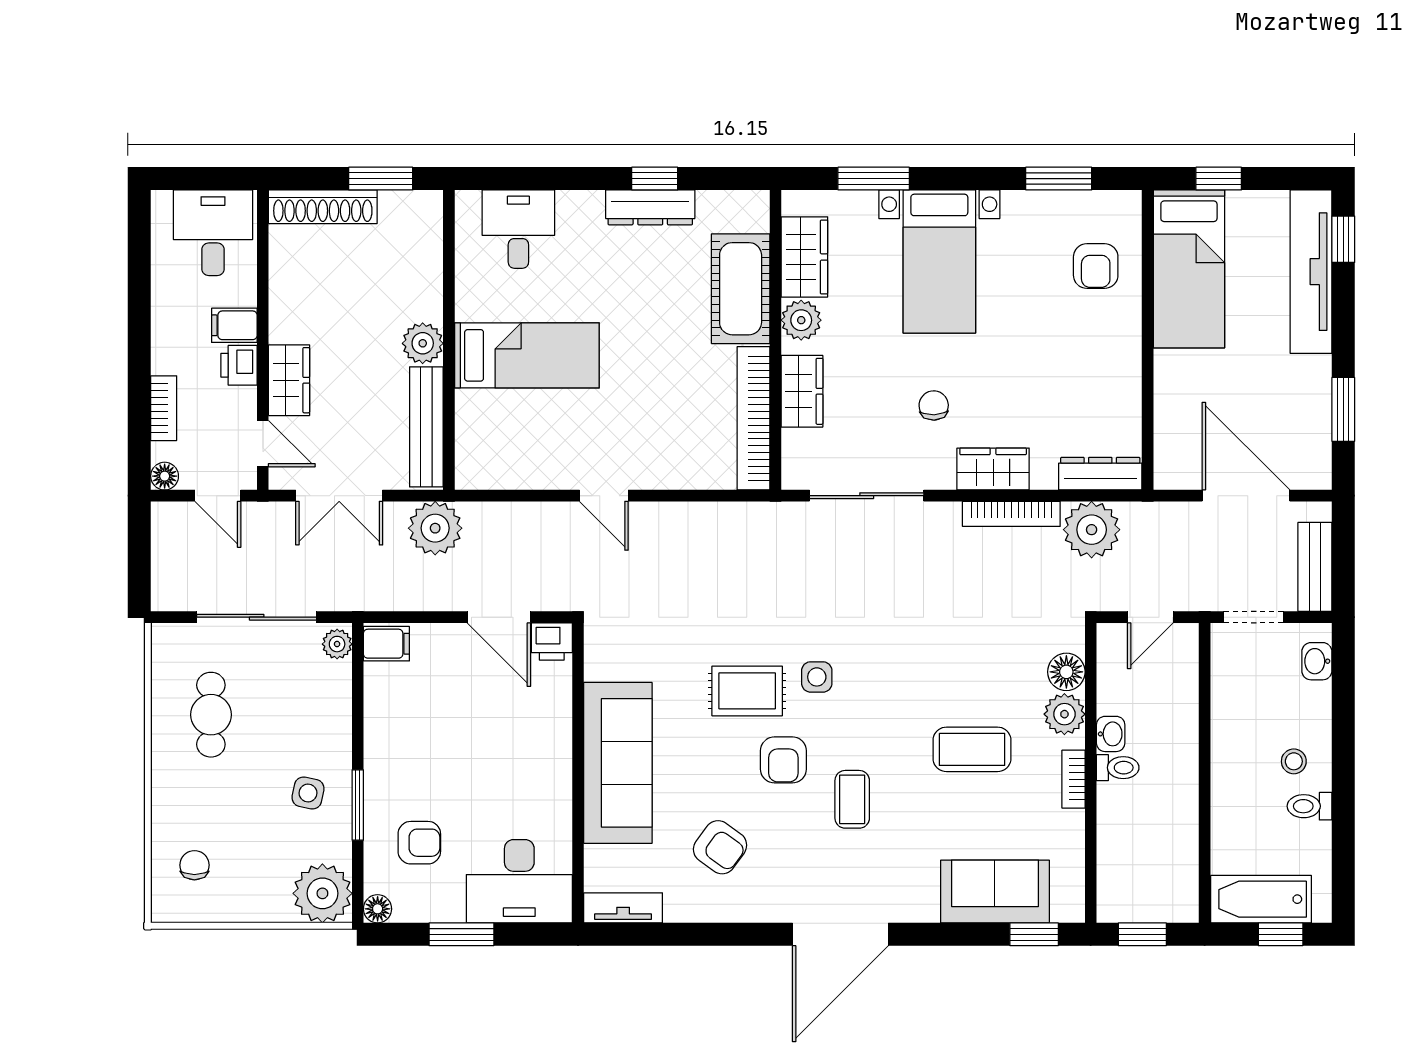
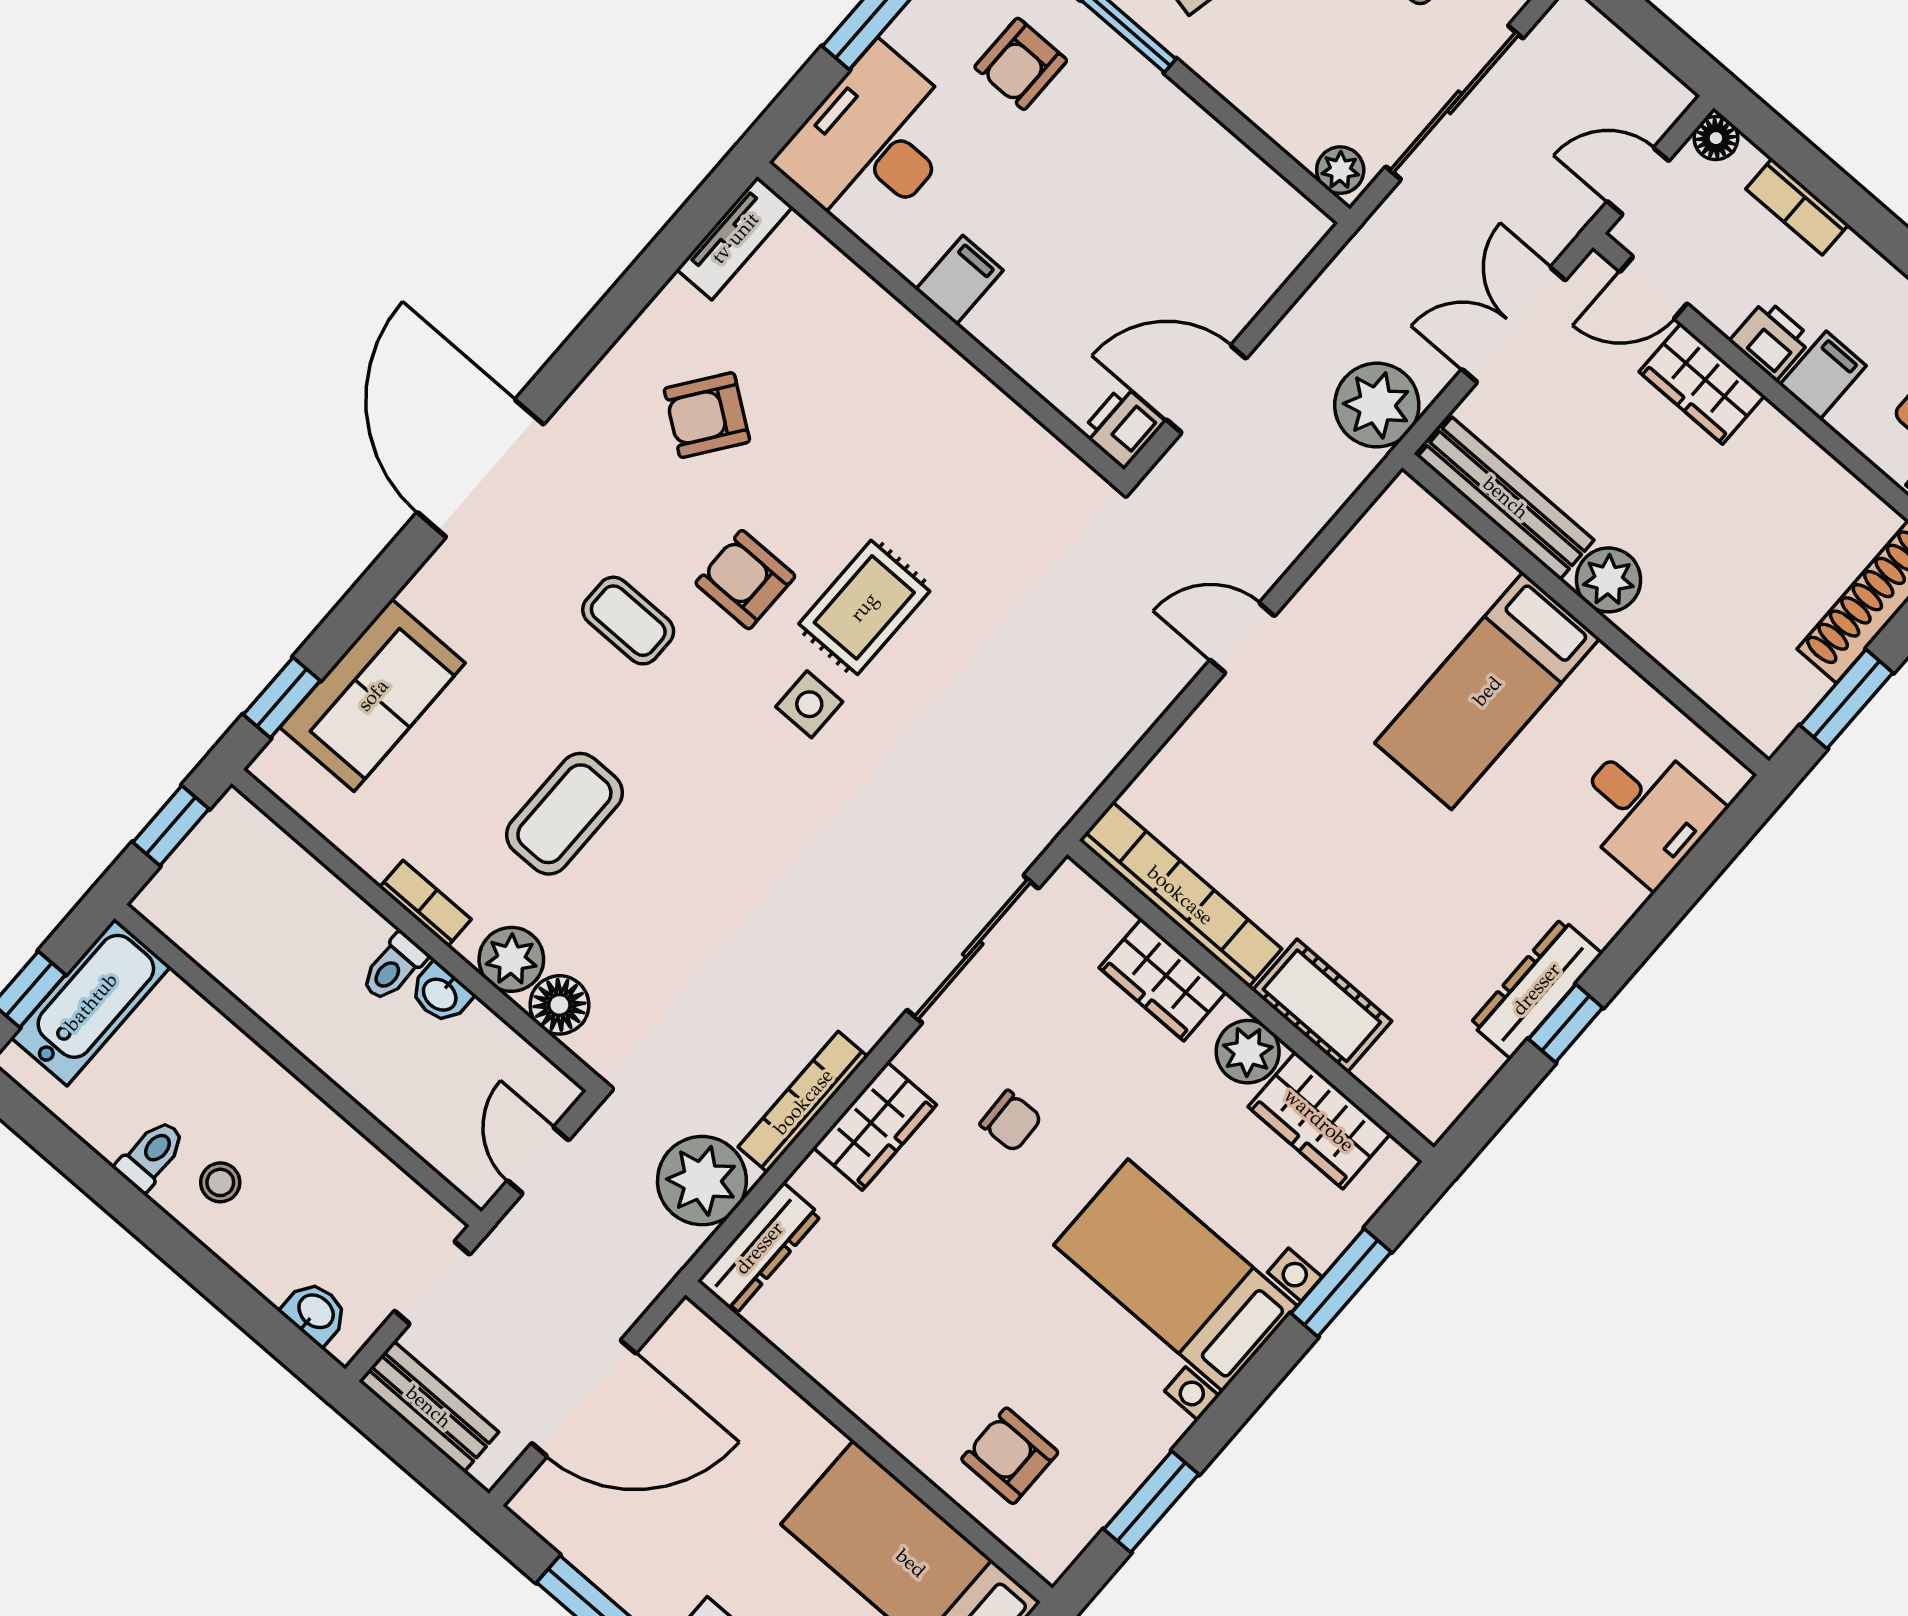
cot: (741, 289) -> (1322, 1006), width x0.73, depth x0.75
filing cabinet: (386, 644) -> (959, 280), moved, turned 180
sofa: (618, 763) -> (912, 381), removed

